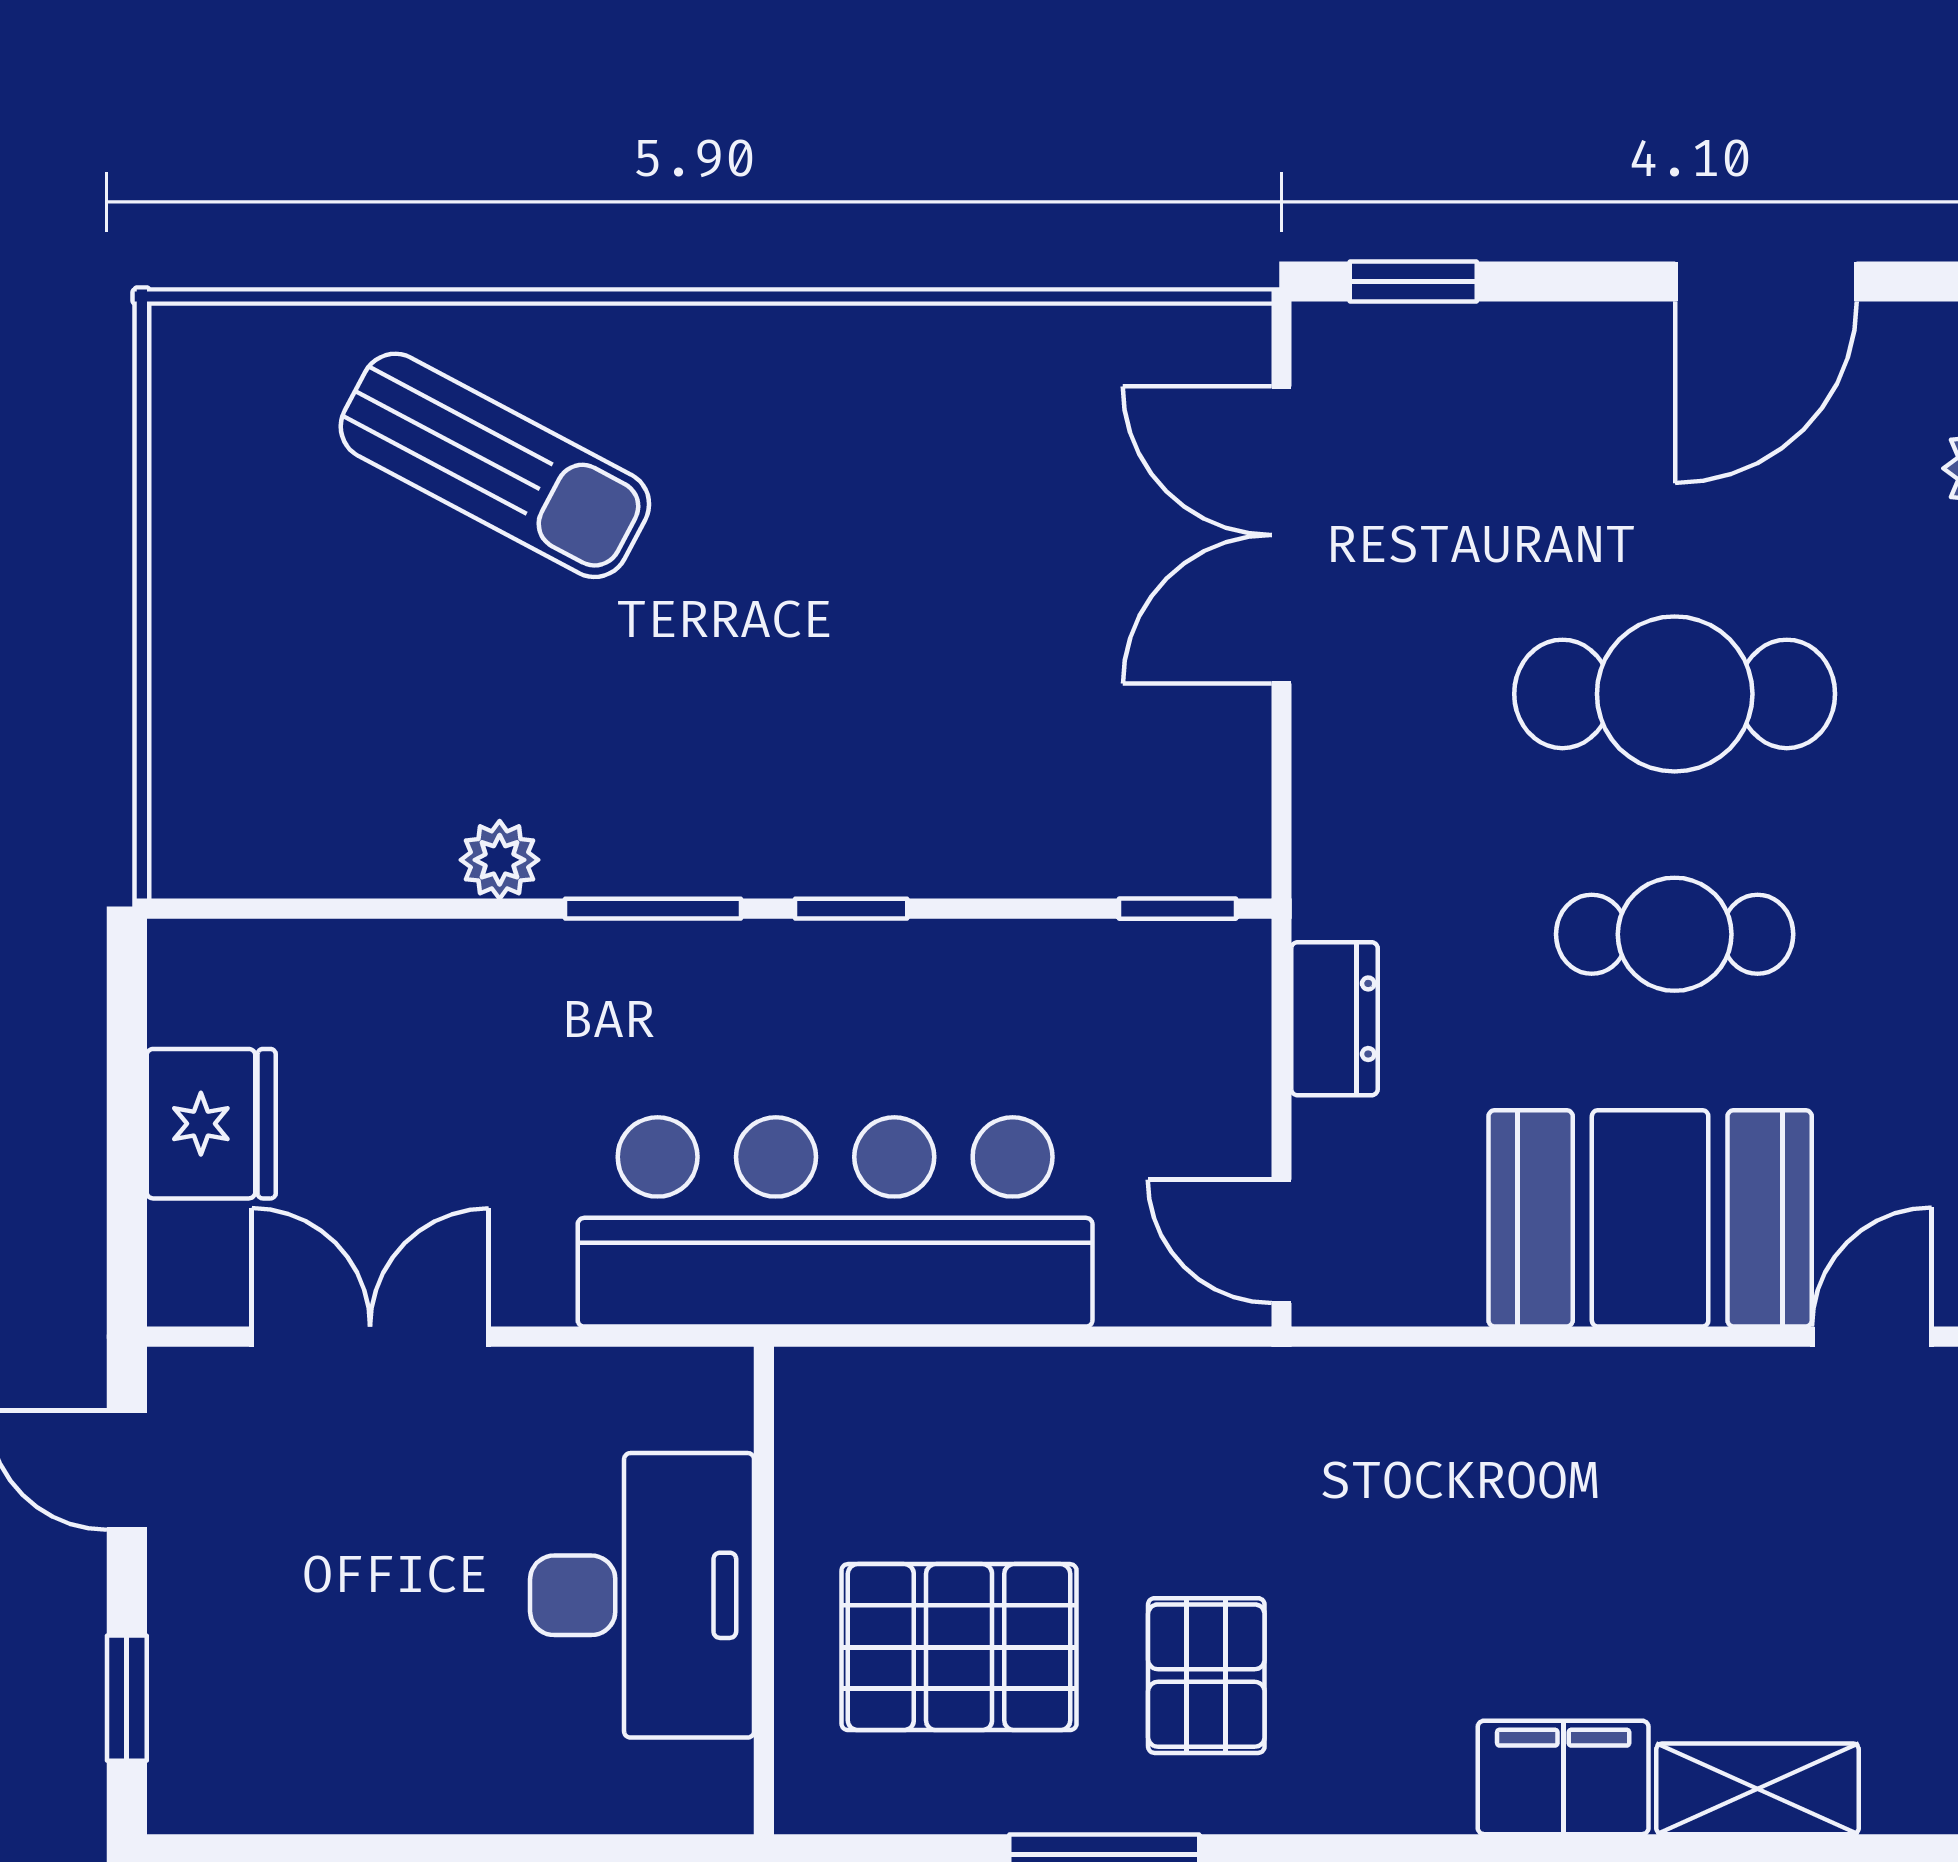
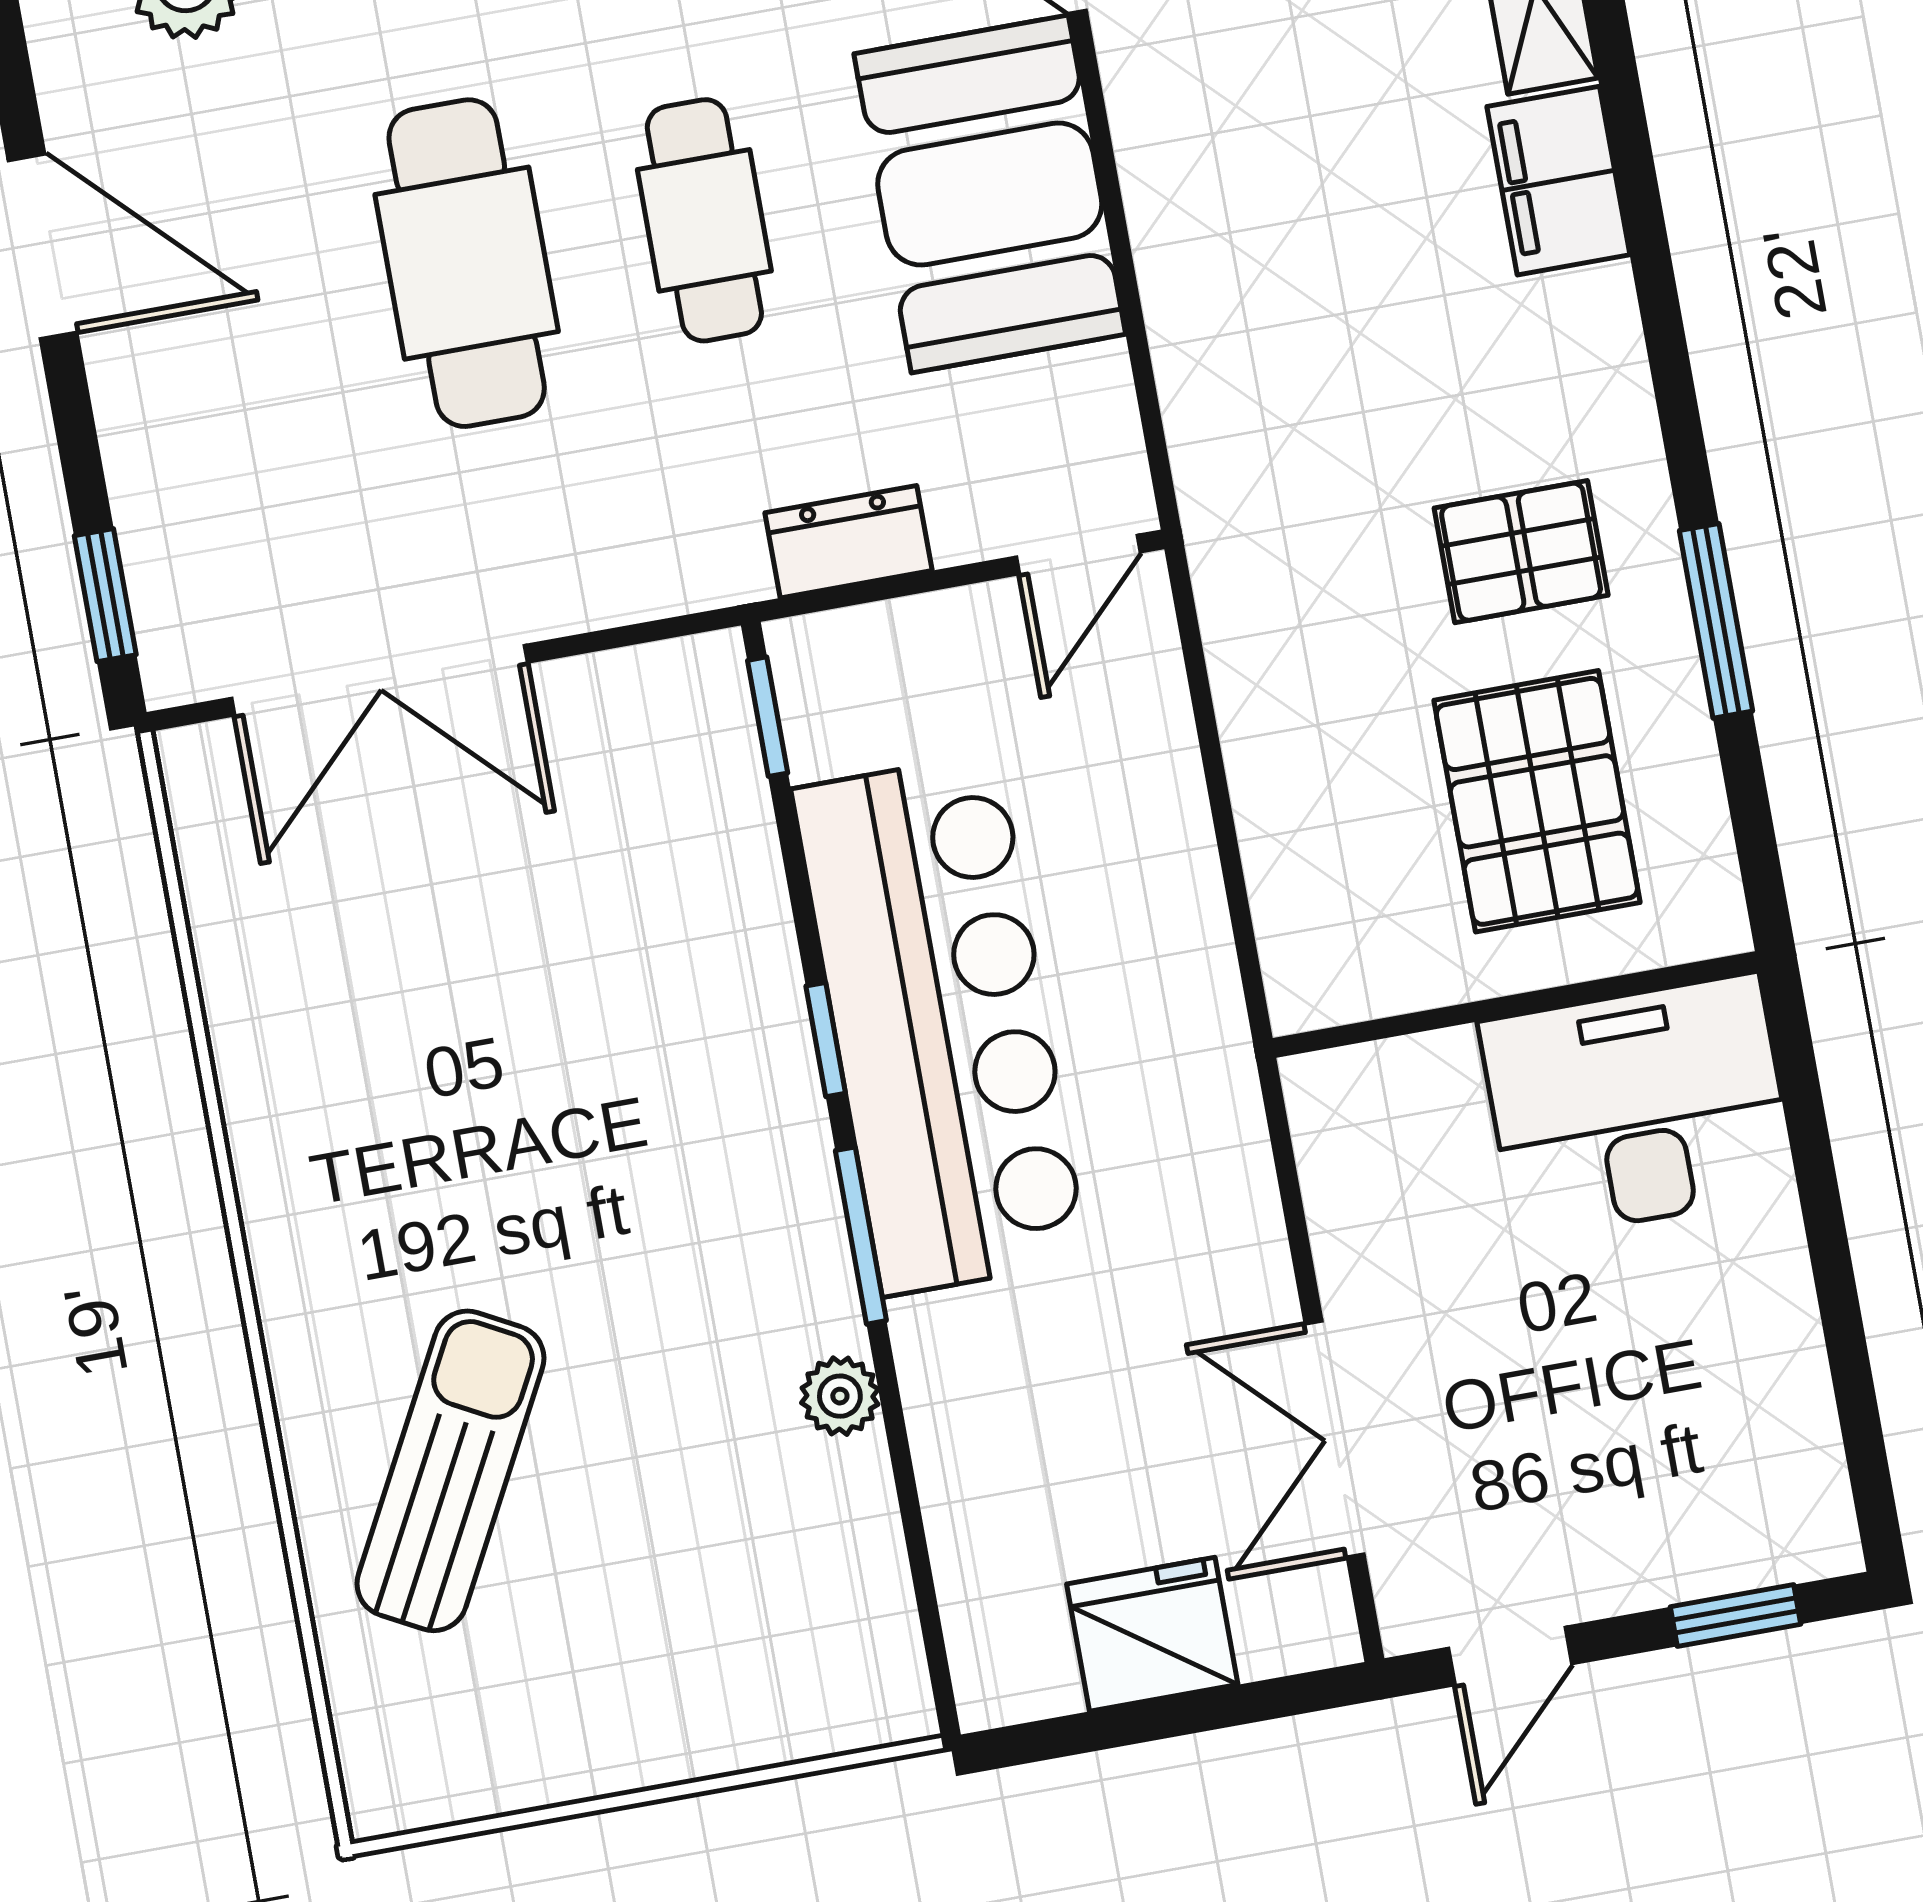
bar counter: (835, 1222) -> (940, 1025), moved, turned 180
desk: (642, 1595) -> (1638, 1107), moved

